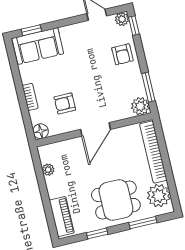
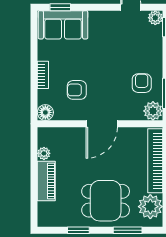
armchair: (122, 54) -> (142, 83), moved, turned 180
piano: (62, 217) -> (46, 181), moved

